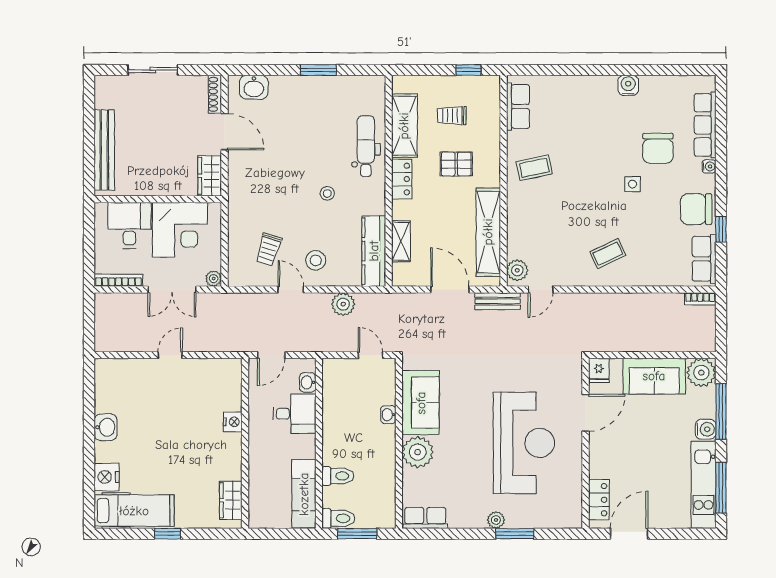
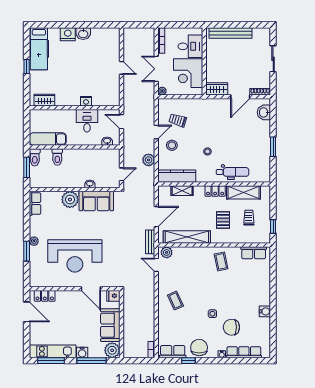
desk: (294, 414) -> (87, 121), moved, turned 180
nightstand: (107, 477) -> (68, 34), moved

